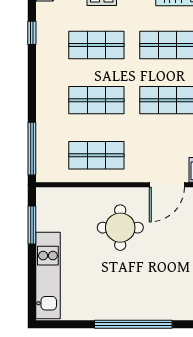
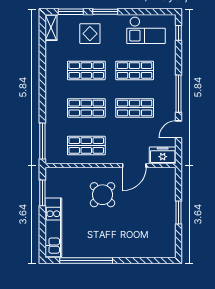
window: (32, 33) -> (42, 62), removed
round table: (120, 228) -> (102, 195), turned 45
window: (133, 324) -> (86, 260), moved

